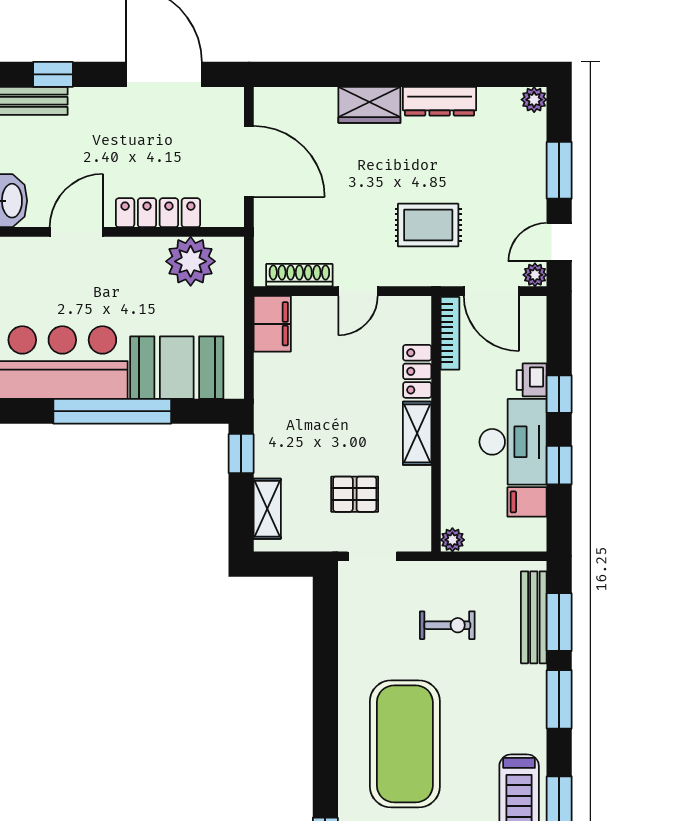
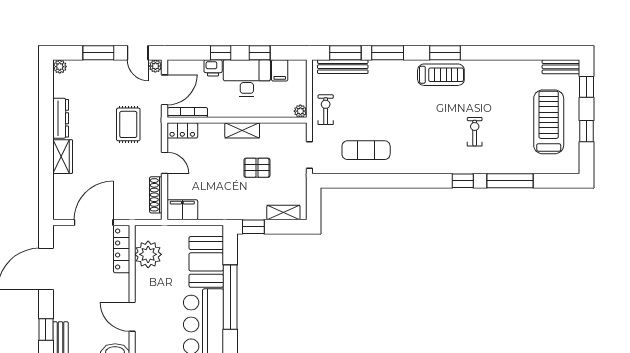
locker: (158, 213) -> (122, 249), moved
locker: (417, 371) -> (182, 130), moved
pallet: (355, 494) -> (257, 168), moved, turned 90
exercise bike: (447, 625) -> (326, 110), moved
exercise mat: (405, 744) -> (366, 150), moved, width x0.50, depth x0.69

